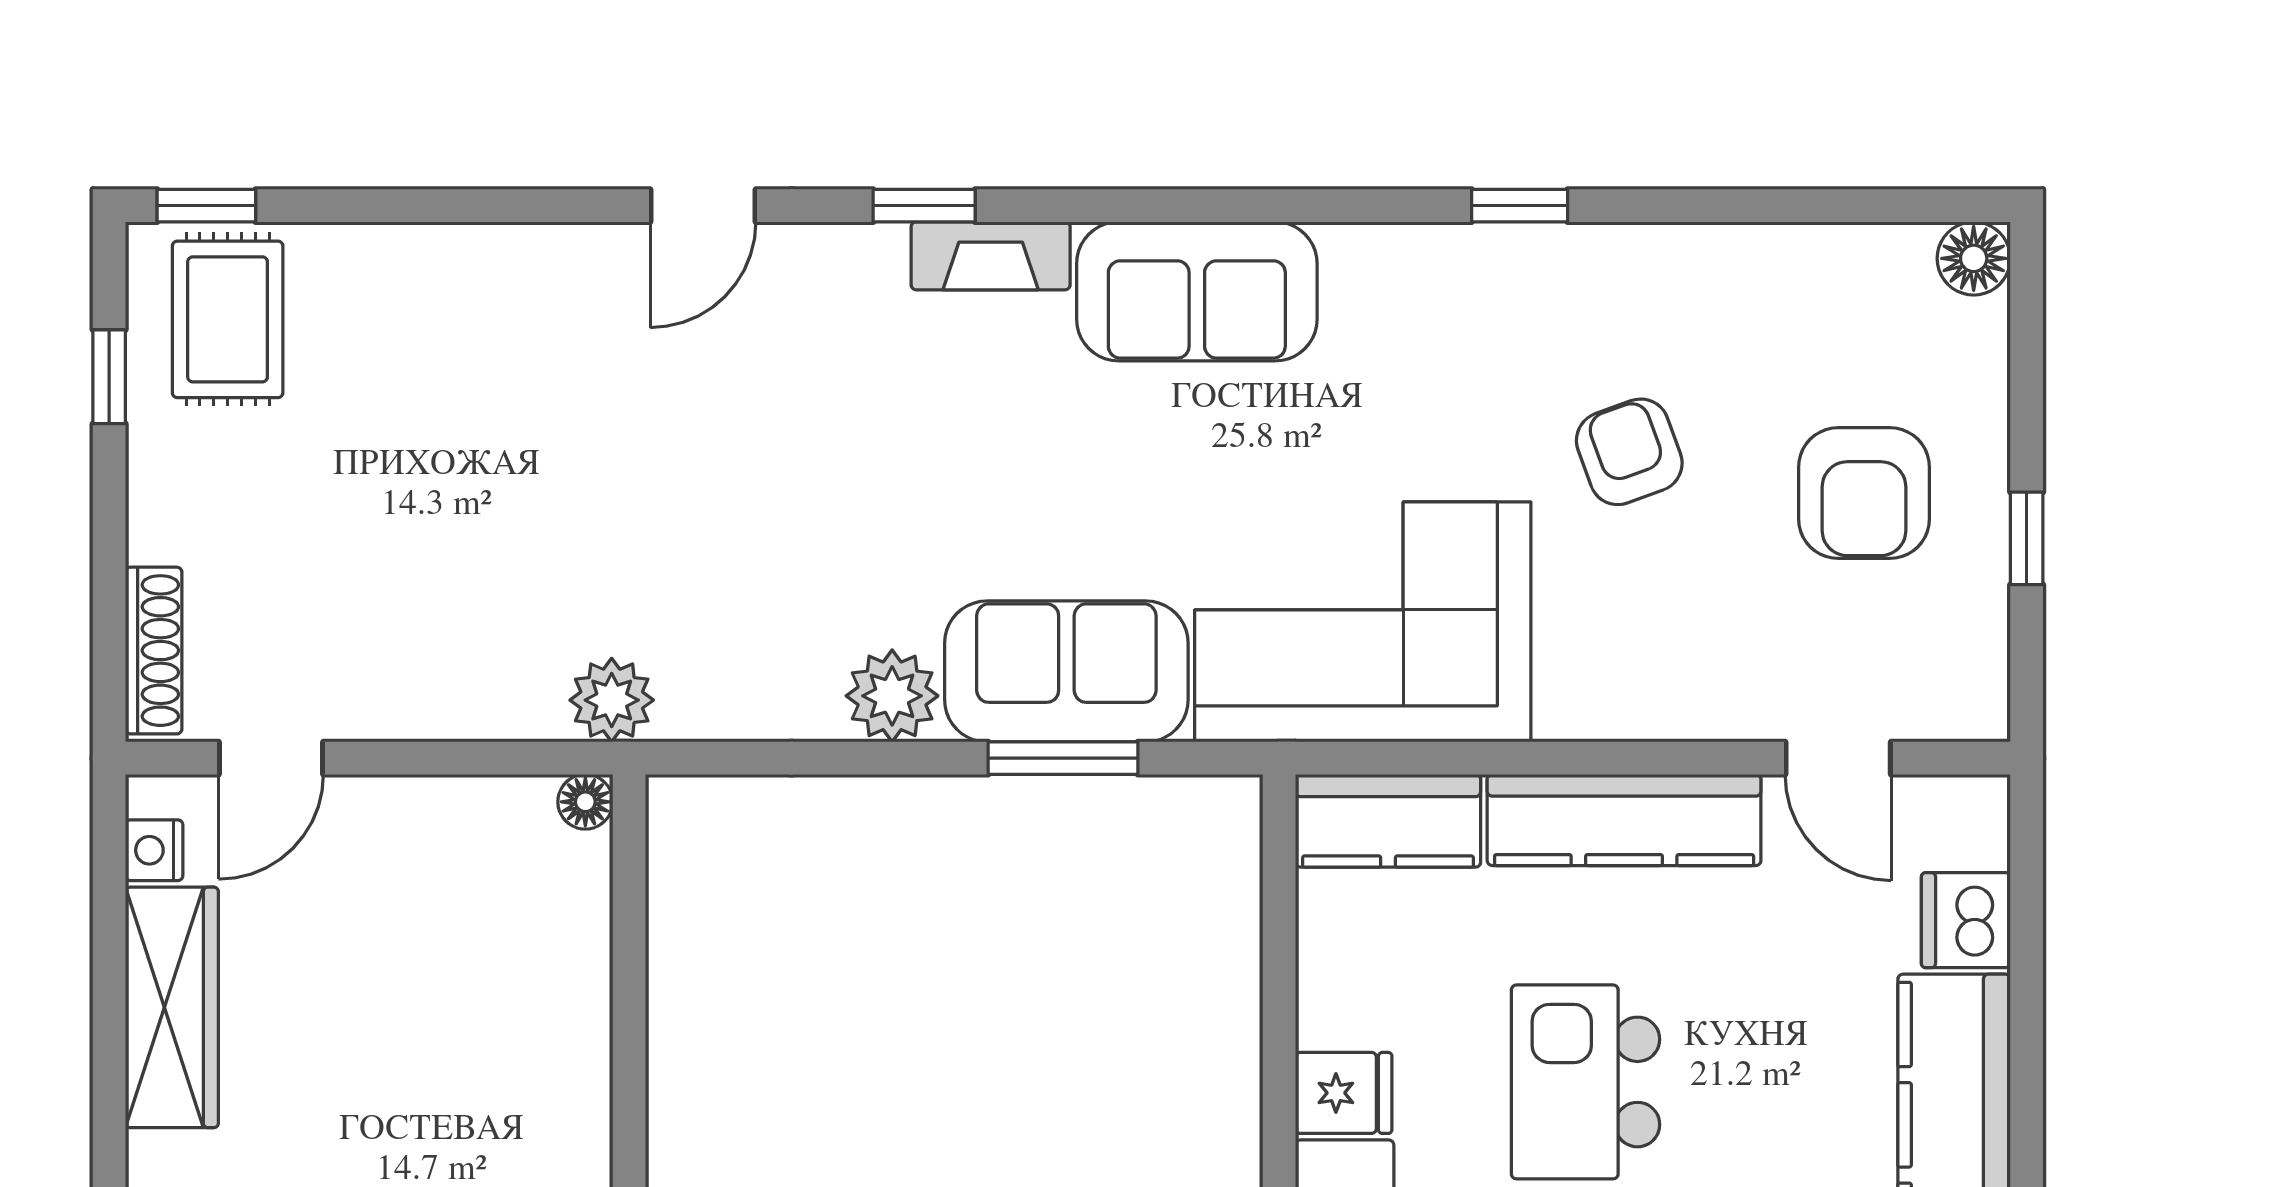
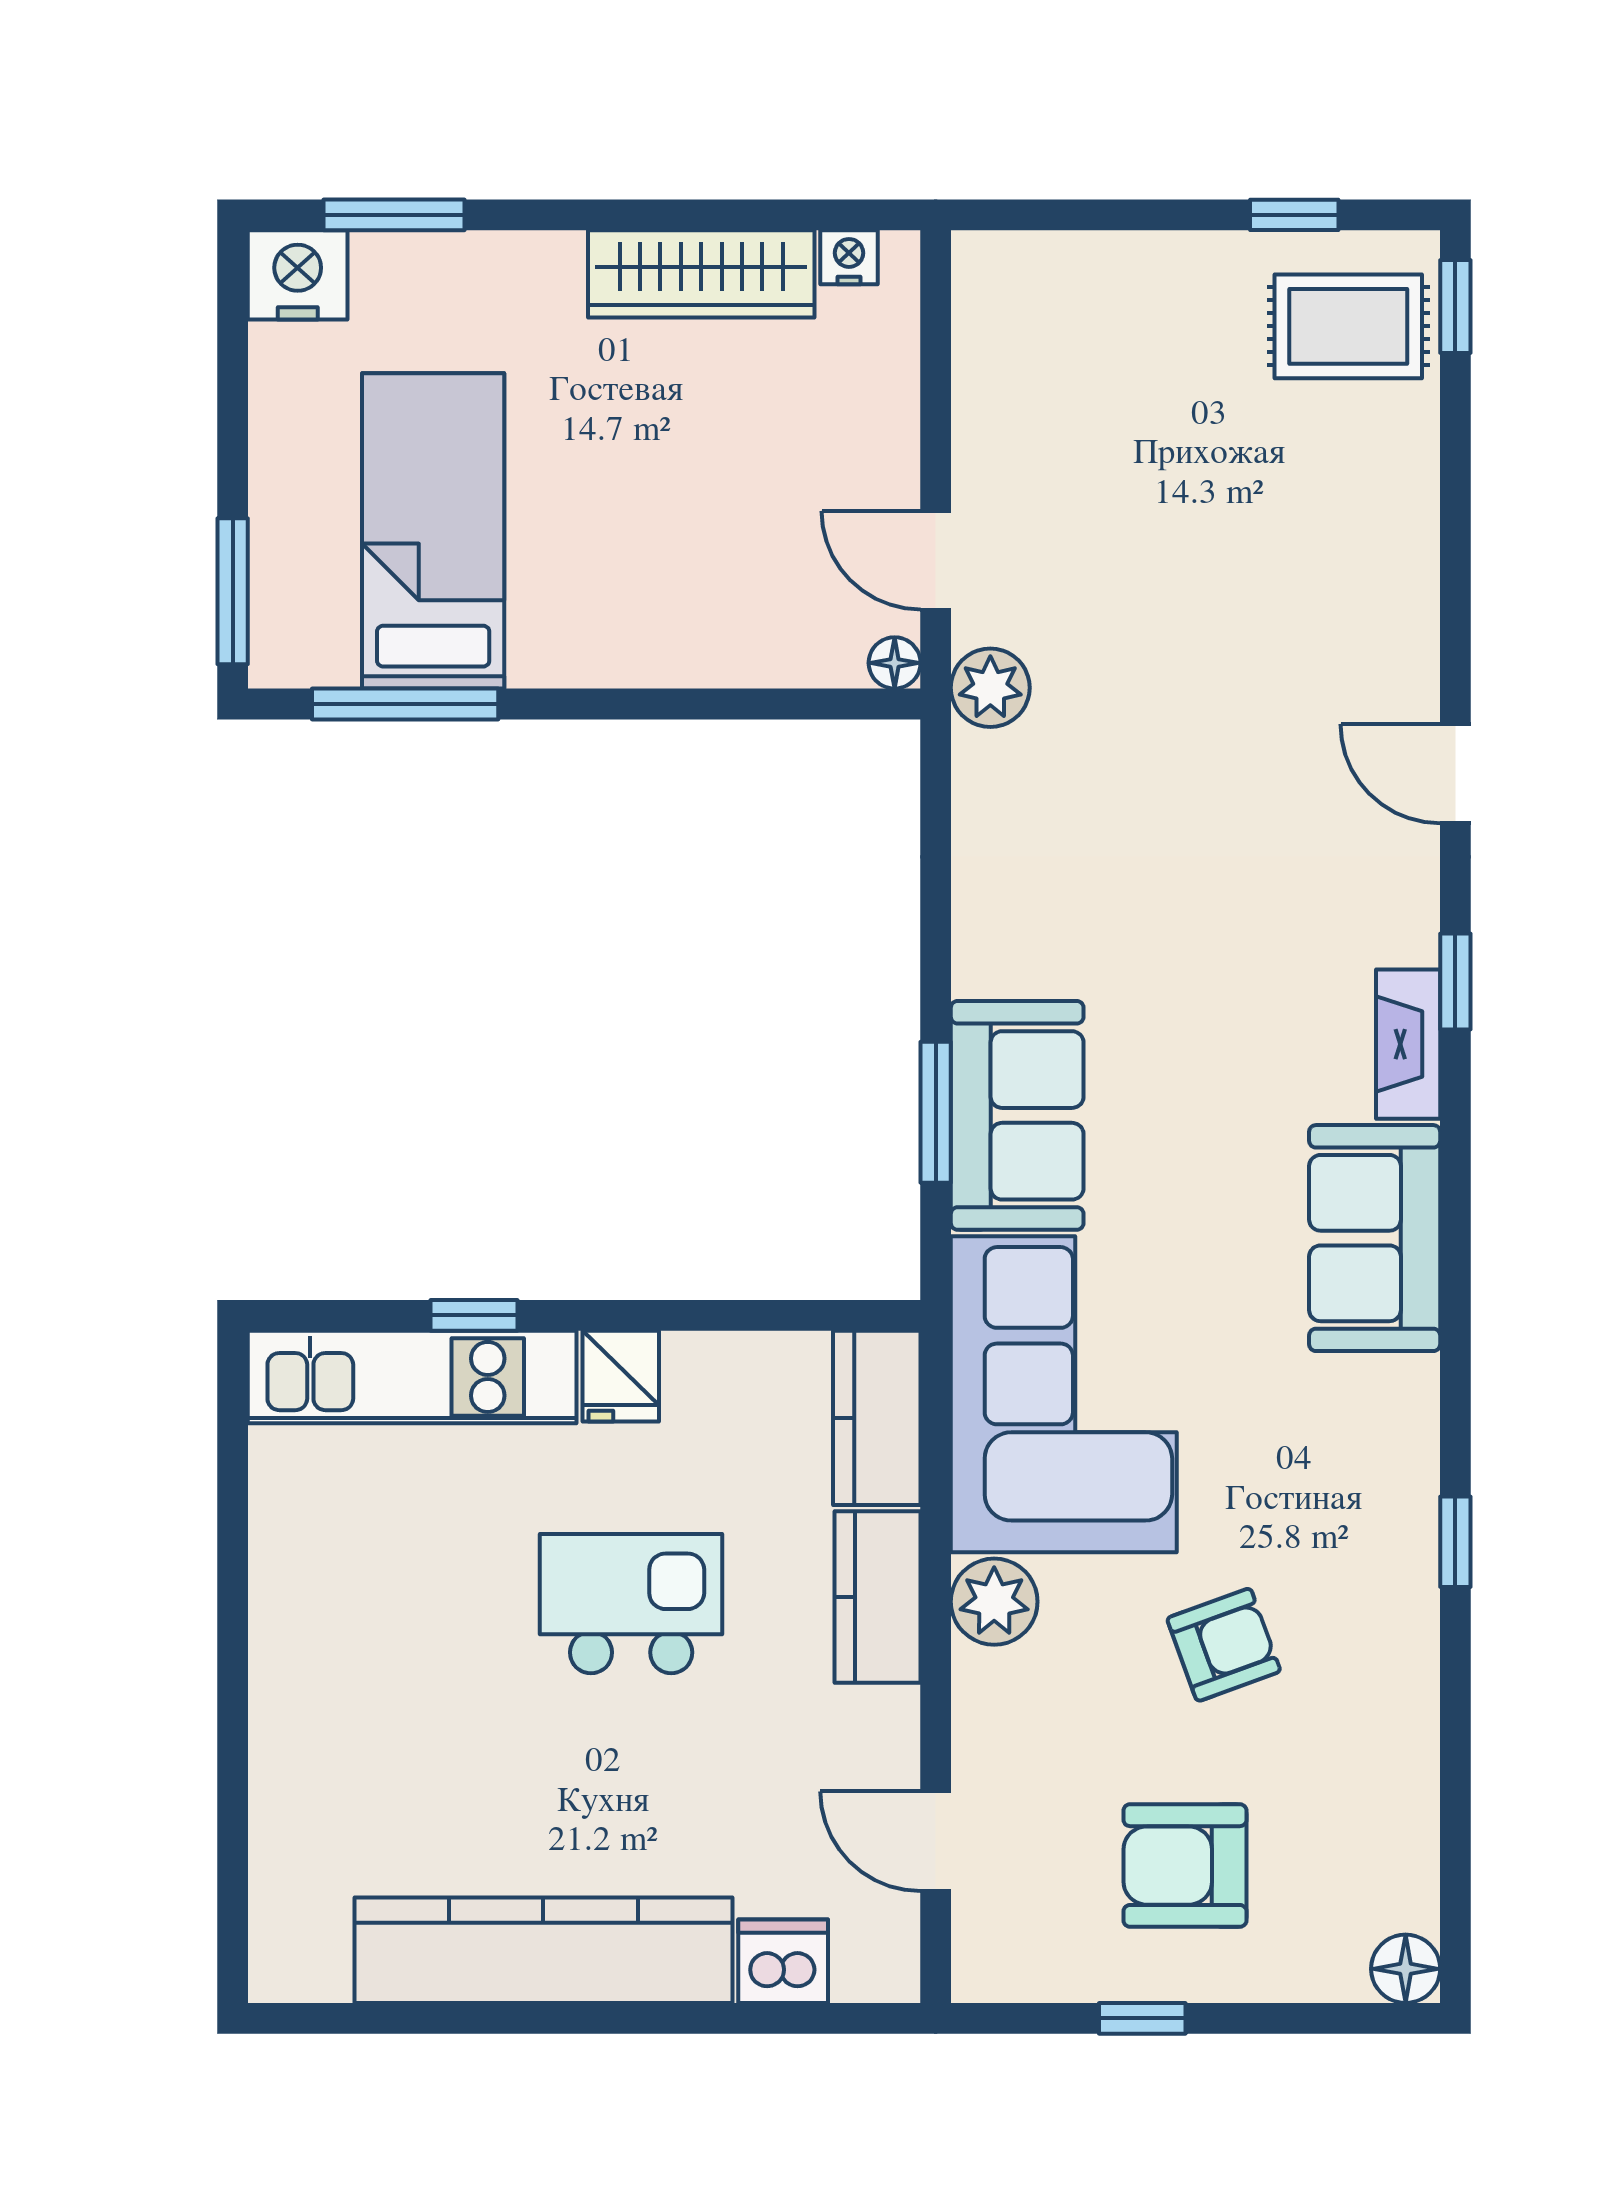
shoe rack: (154, 651) -> (1037, 257), removed
plant: (892, 696) -> (994, 1602), moved
door: (271, 758) -> (936, 560), moved
door: (1838, 758) -> (936, 1841), hinge flipped
kitchen counter: (1624, 820) -> (877, 1597), width x0.67

